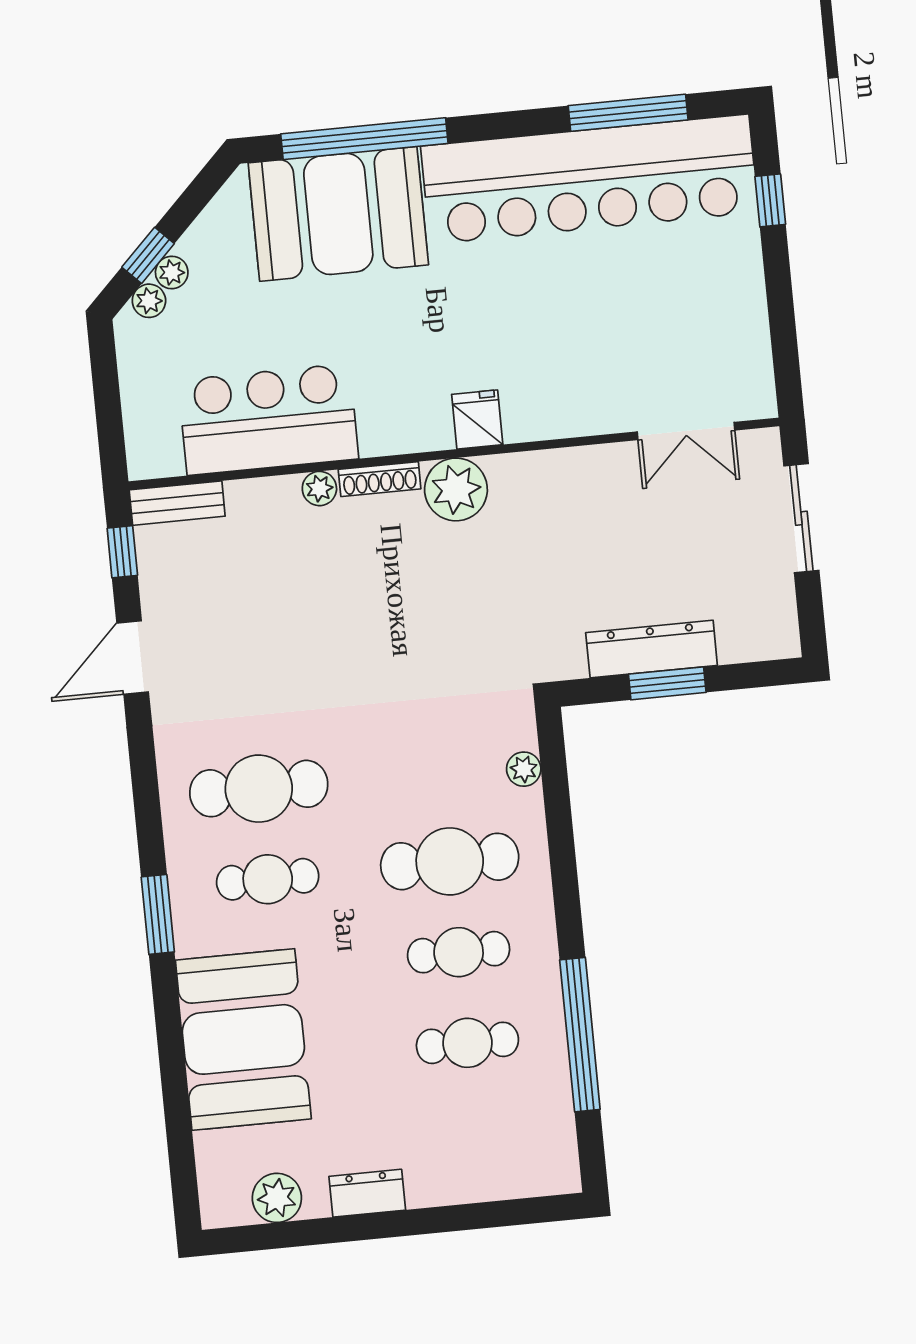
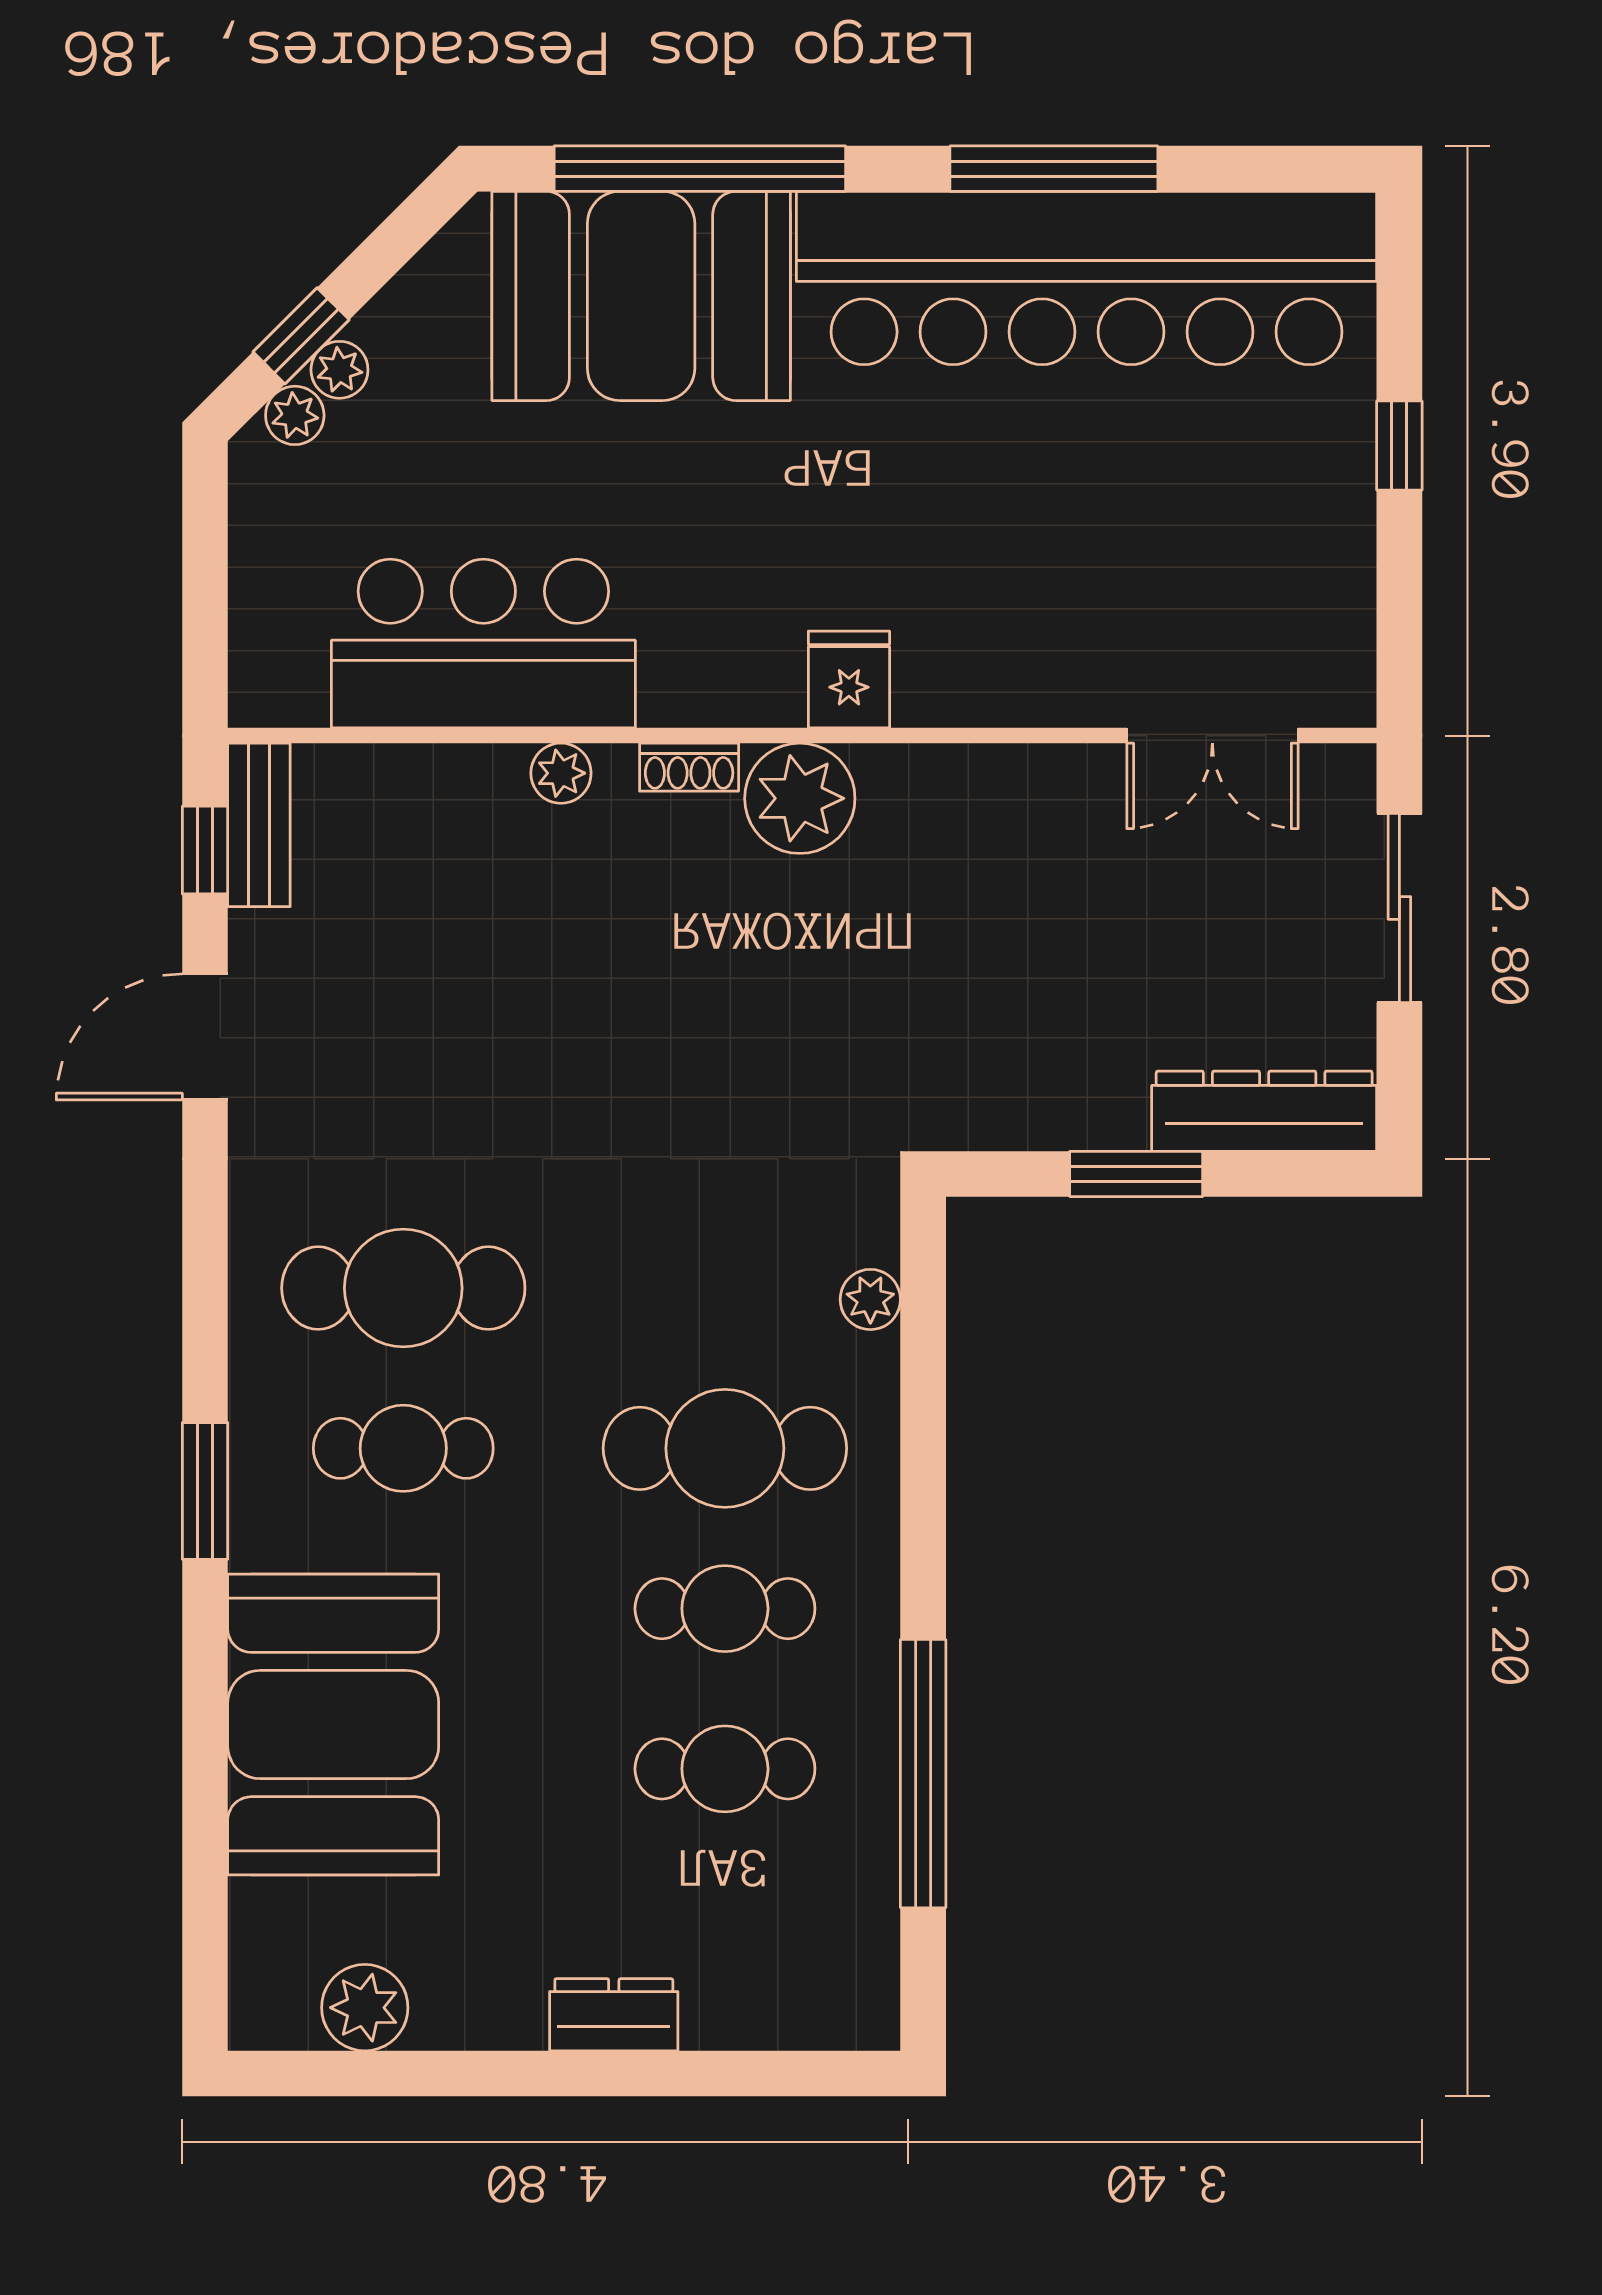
window: (628, 113) -> (1054, 169), moved
window: (770, 200) -> (1399, 446), moved
shoe rack: (380, 479) -> (689, 767), width x0.70
bench: (177, 503) -> (259, 825), moved, turned 90
dresser: (652, 649) -> (1264, 1111), moved
dresser: (367, 1193) -> (614, 2015), moved

